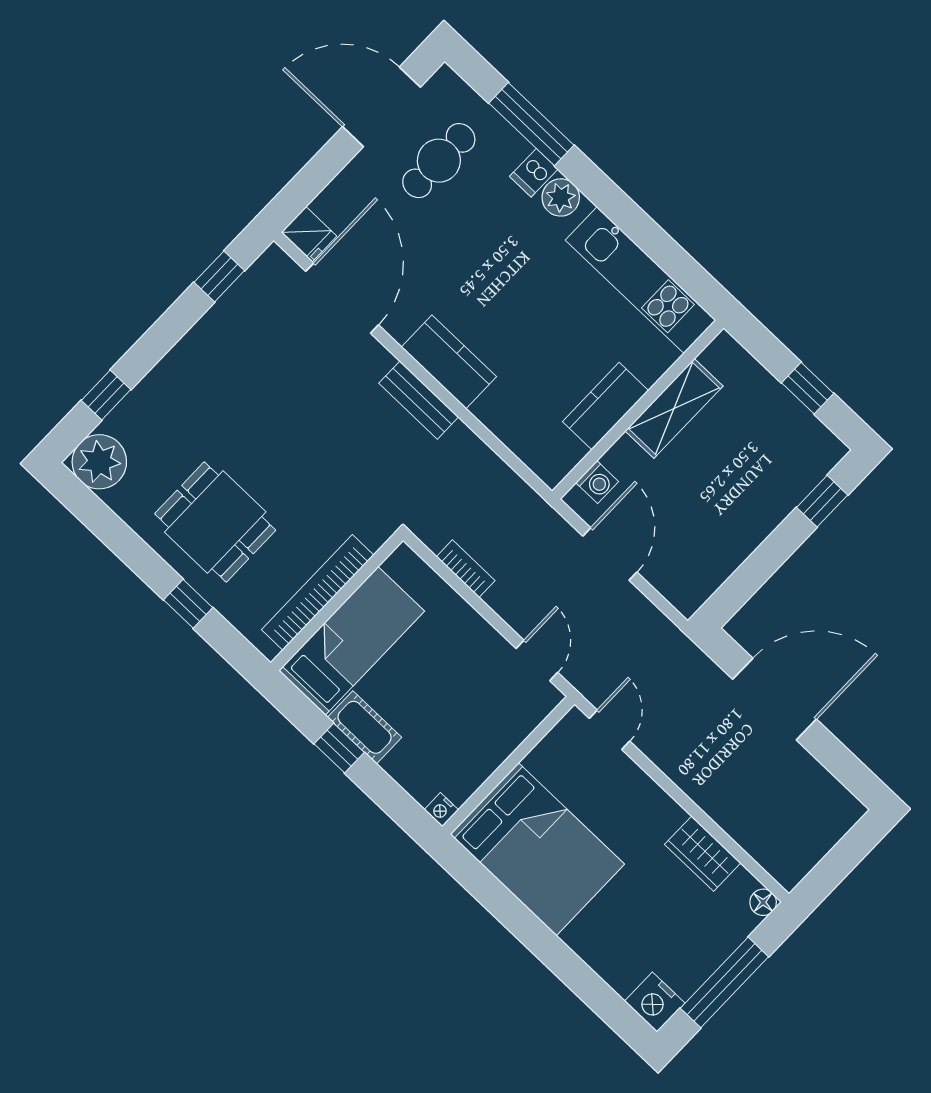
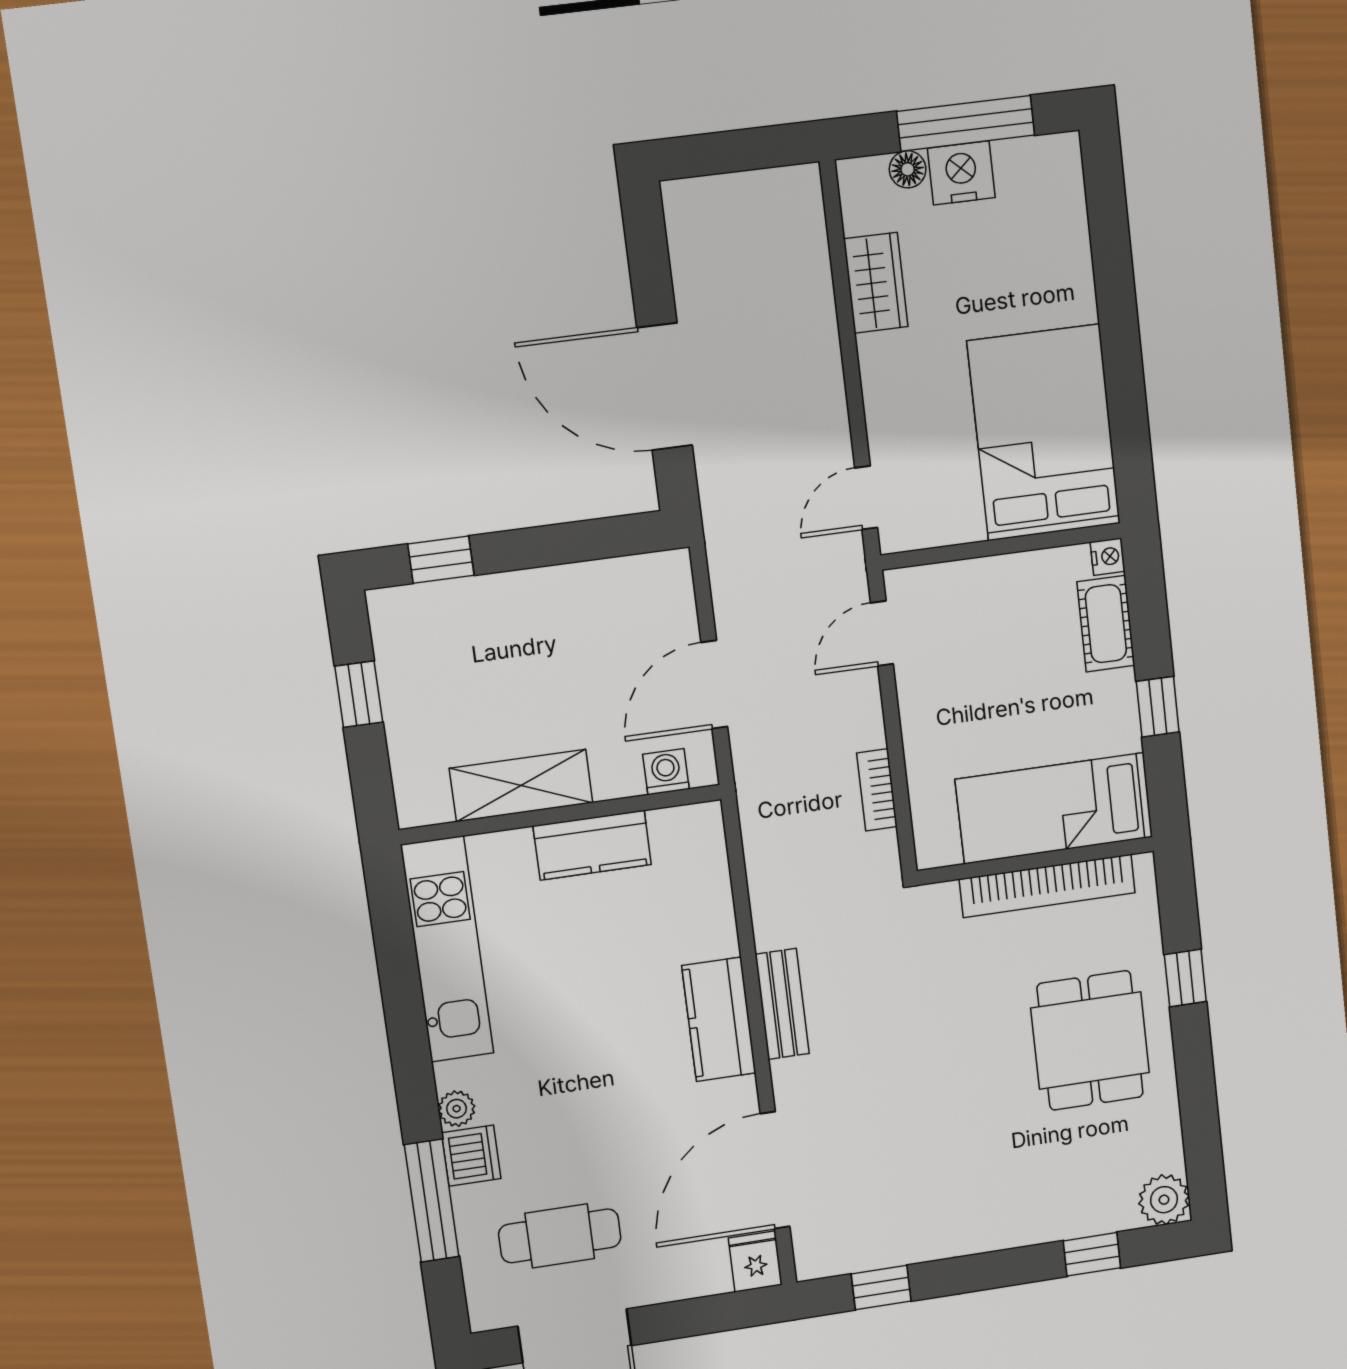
dishwasher: (534, 173) -> (471, 1156), width x1.38
plant: (561, 197) -> (457, 1109), width x0.73, depth x0.73
plant: (99, 462) -> (1164, 1200), width x0.73, depth x0.73
cot: (365, 727) -> (1106, 624), moved
floor lamp: (763, 902) -> (908, 169), moved
nightstand: (655, 1002) -> (961, 173), moved, turned -90

